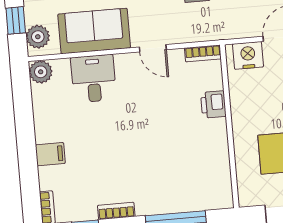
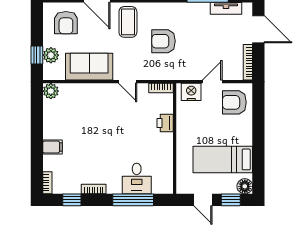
plant: (38, 37) -> (51, 55), moved
desk: (93, 79) -> (137, 178), moved, turned 180

